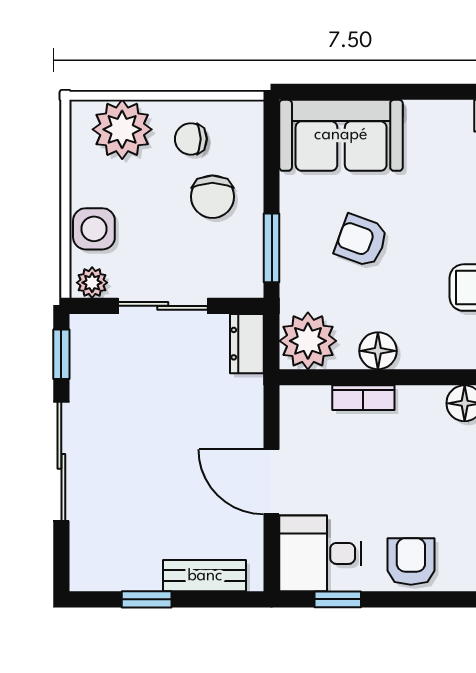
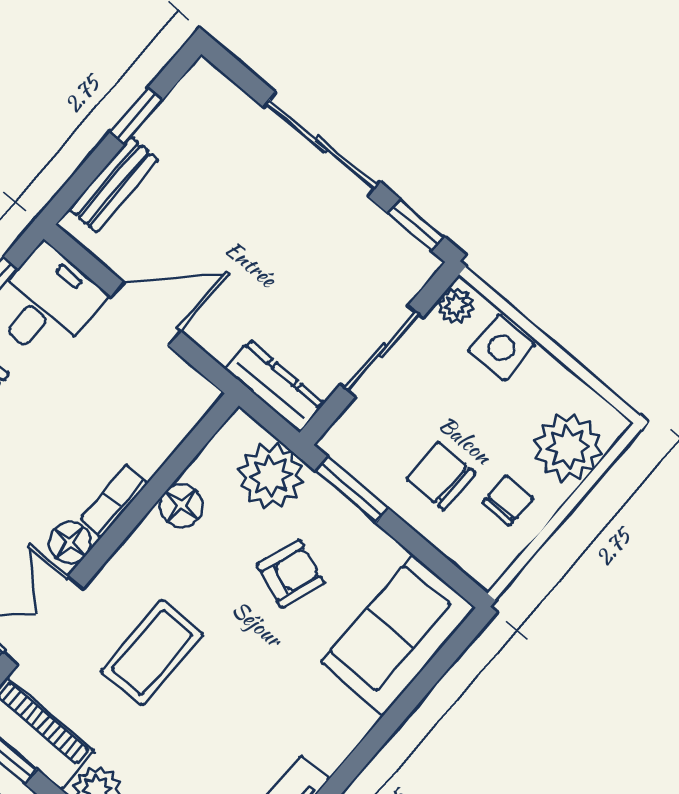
plant: (308, 341) -> (271, 476), moved
dresser: (247, 344) -> (274, 386), width x1.44
bookcase: (363, 398) -> (114, 501), moved

